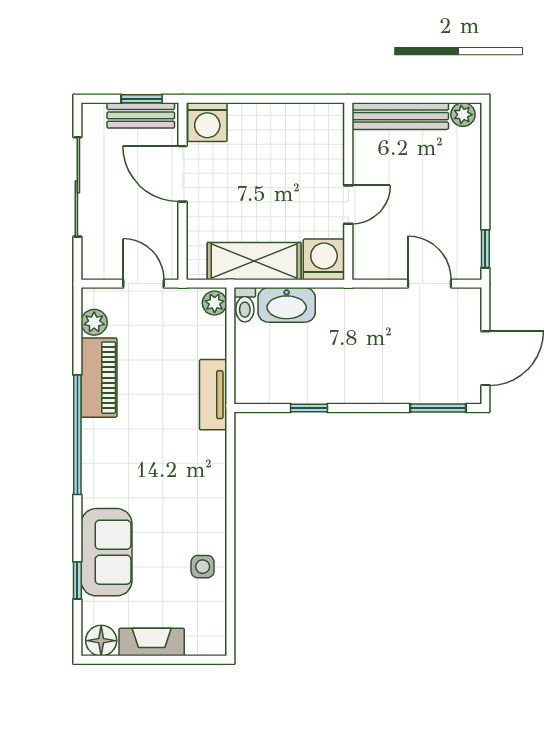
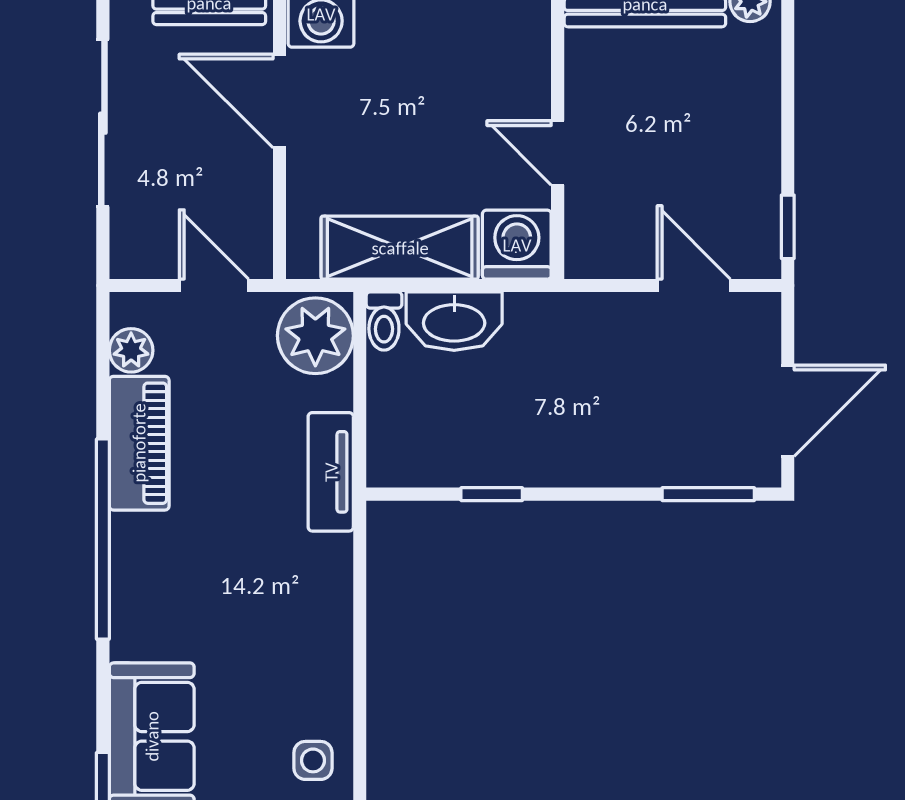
door: (348, 205) -> (558, 153), swing flipped
plant: (215, 303) -> (315, 336), width x1.88, depth x1.88

